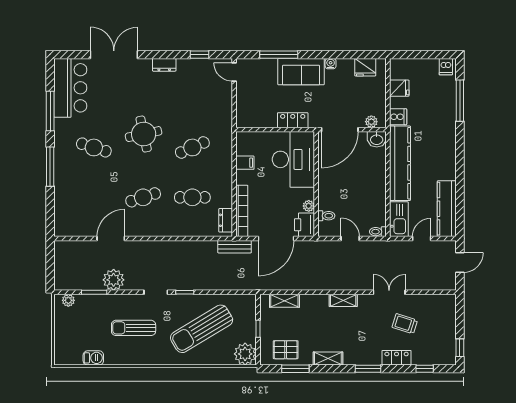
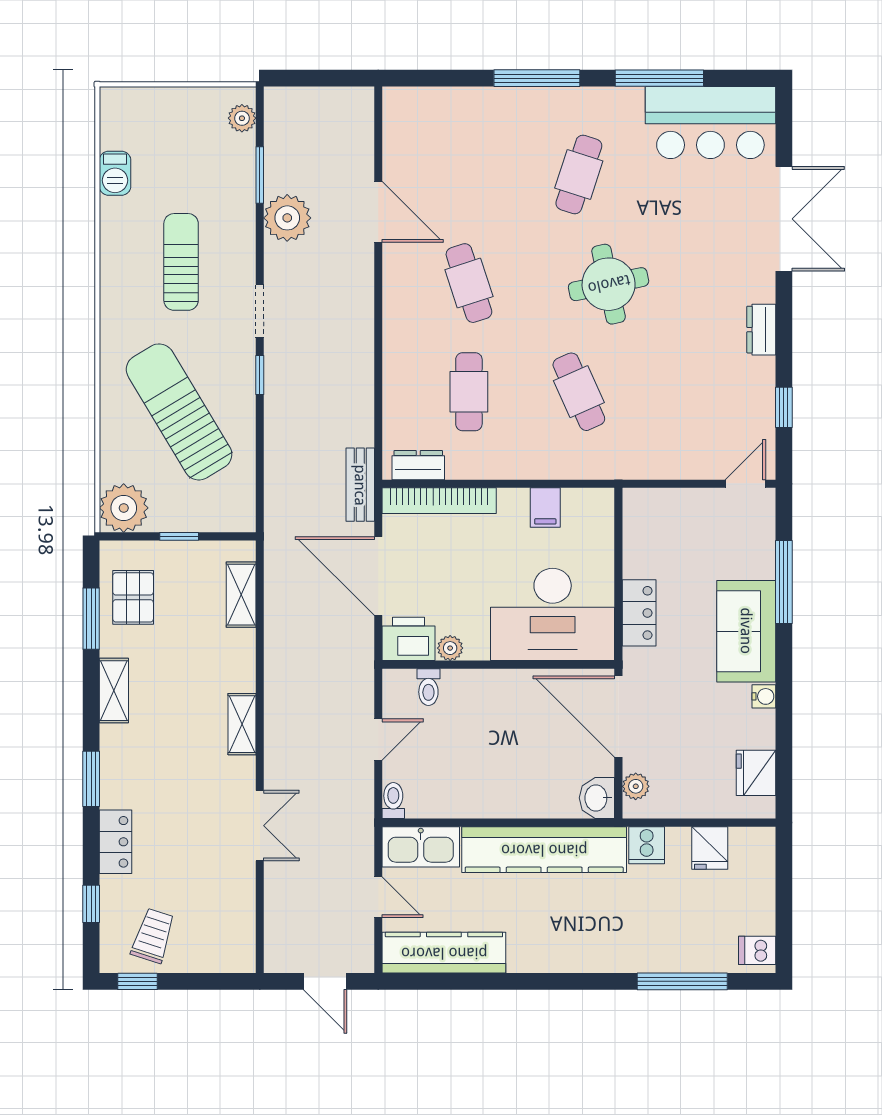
trolley: (405, 324) -> (153, 936), moved

